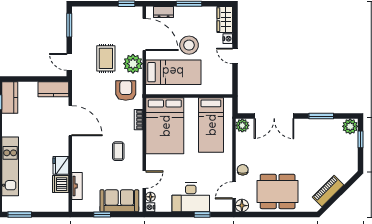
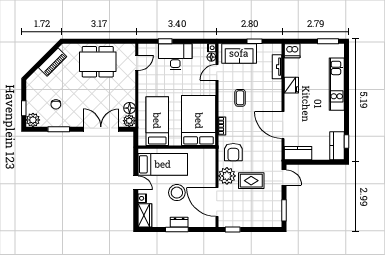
dresser: (164, 12) -> (179, 222), moved
rug: (106, 58) -> (251, 181), turned 90
bed: (173, 72) -> (163, 164), moved, turned 180
chair: (243, 170) -> (56, 104), moved
dishwasher: (61, 184) -> (292, 51), moved, turned 90
floor lamp: (242, 206) -> (130, 108), moved

